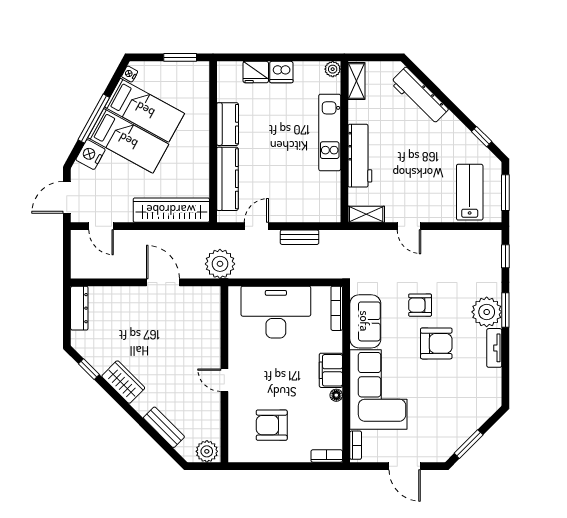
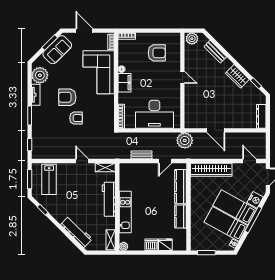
plant: (487, 312) -> (40, 75), moved
sofa: (365, 321) -> (57, 50), moved, turned -135

